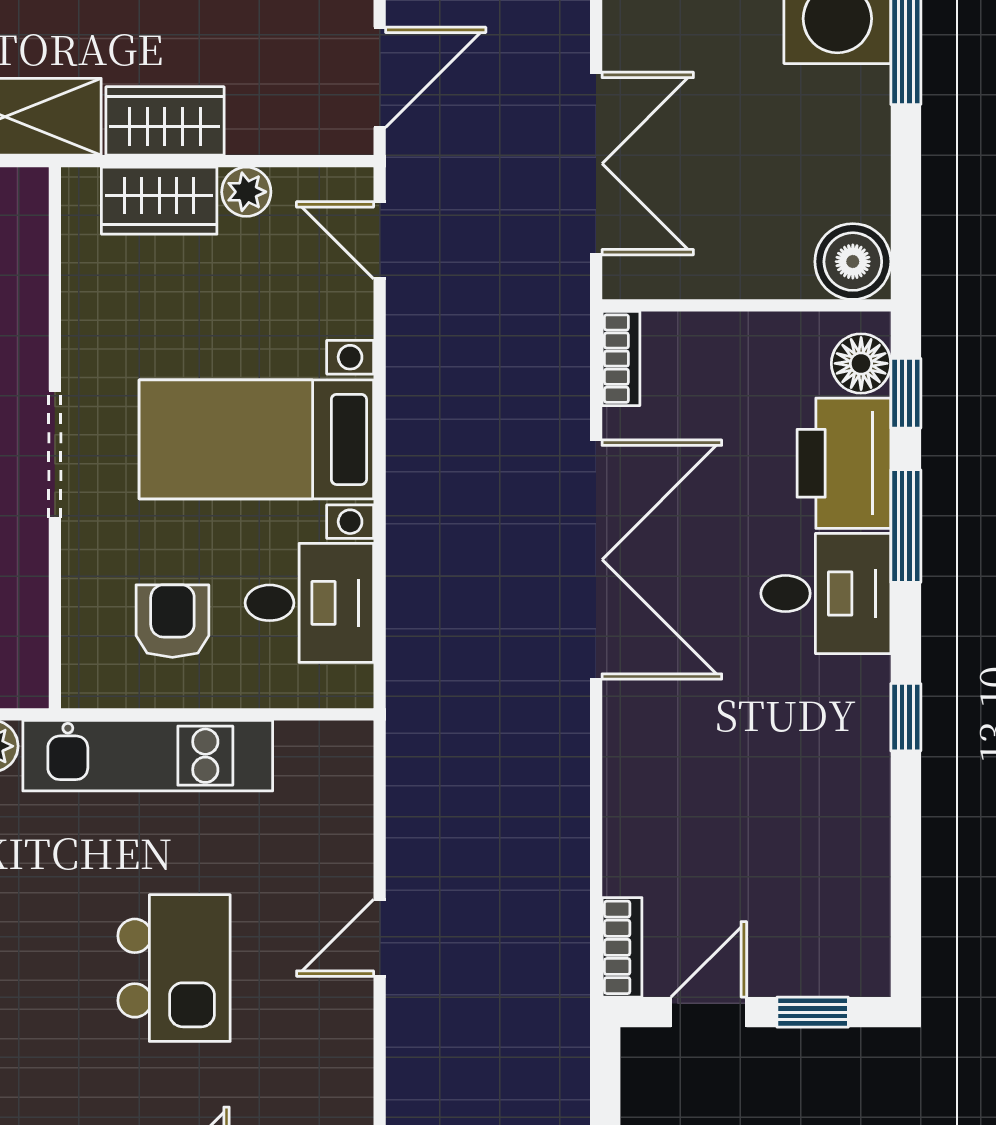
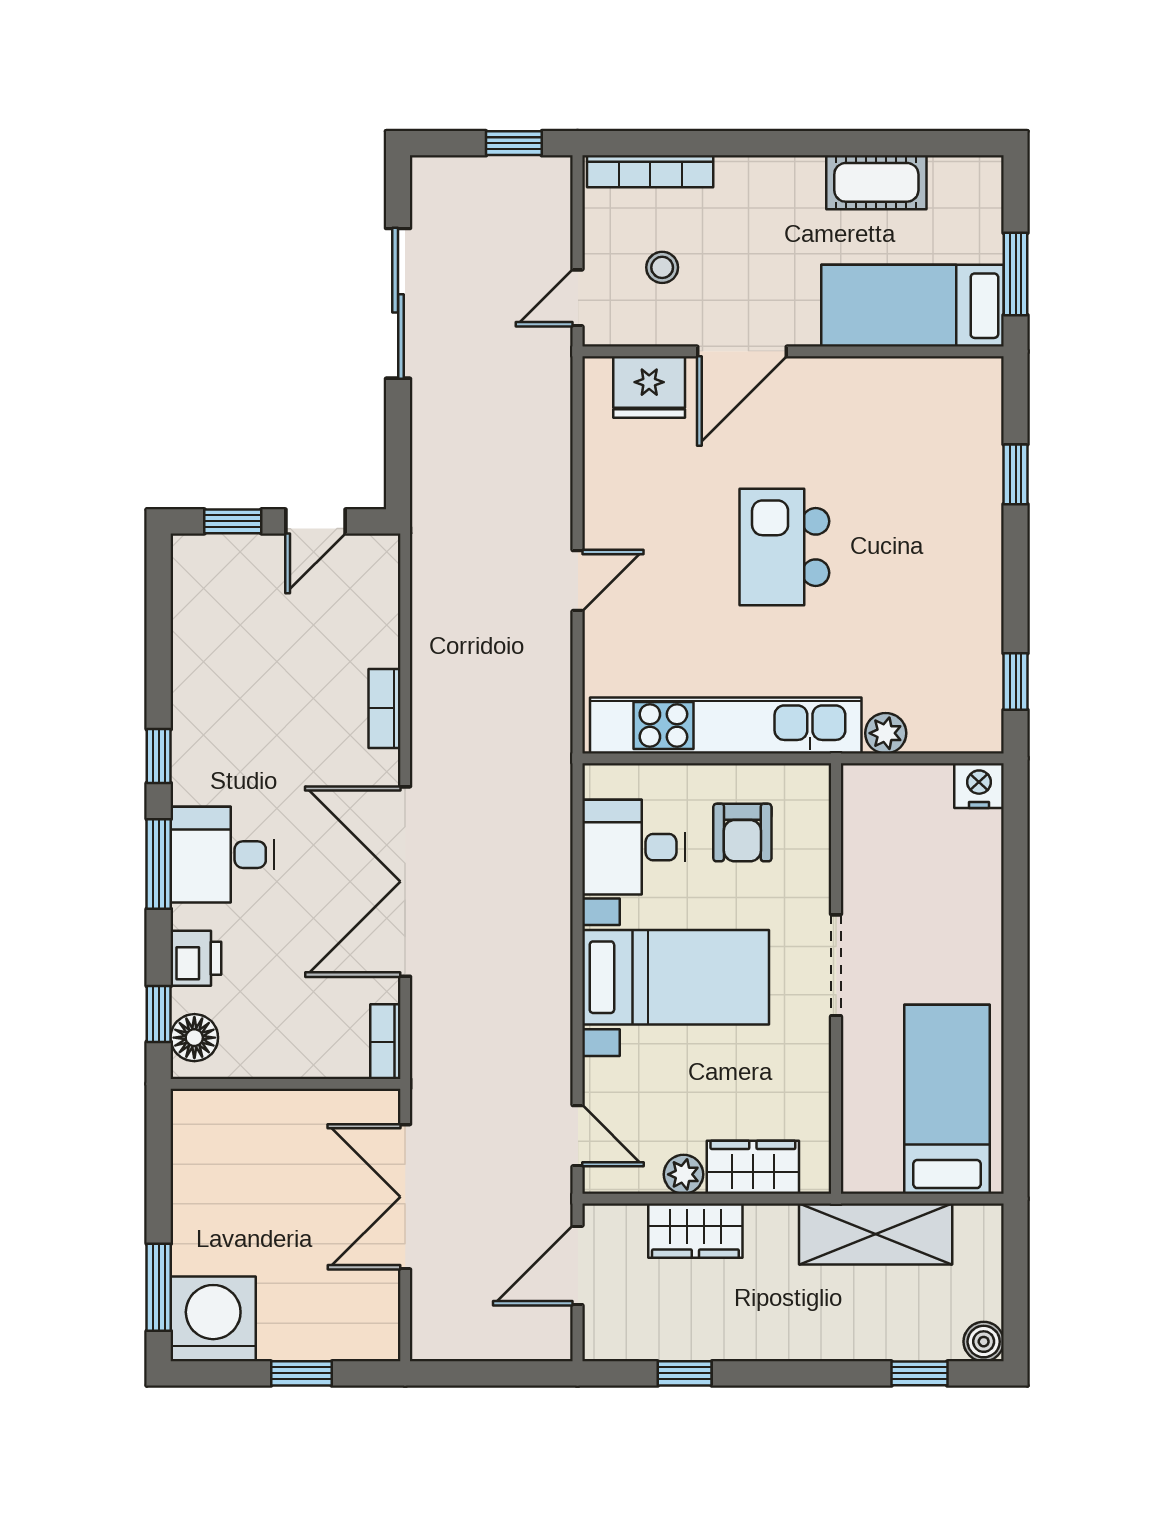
wardrobe: (165, 121) -> (695, 1231), moved
boiler: (853, 262) -> (201, 1119), removed
printer: (844, 463) -> (196, 958), width x0.53, depth x0.68
window: (906, 526) -> (159, 864), moved
kitchen unit: (148, 756) -> (726, 725), width x1.36
bookcase: (622, 947) -> (385, 708), moved
kitchen island: (174, 968) -> (784, 547), moved

